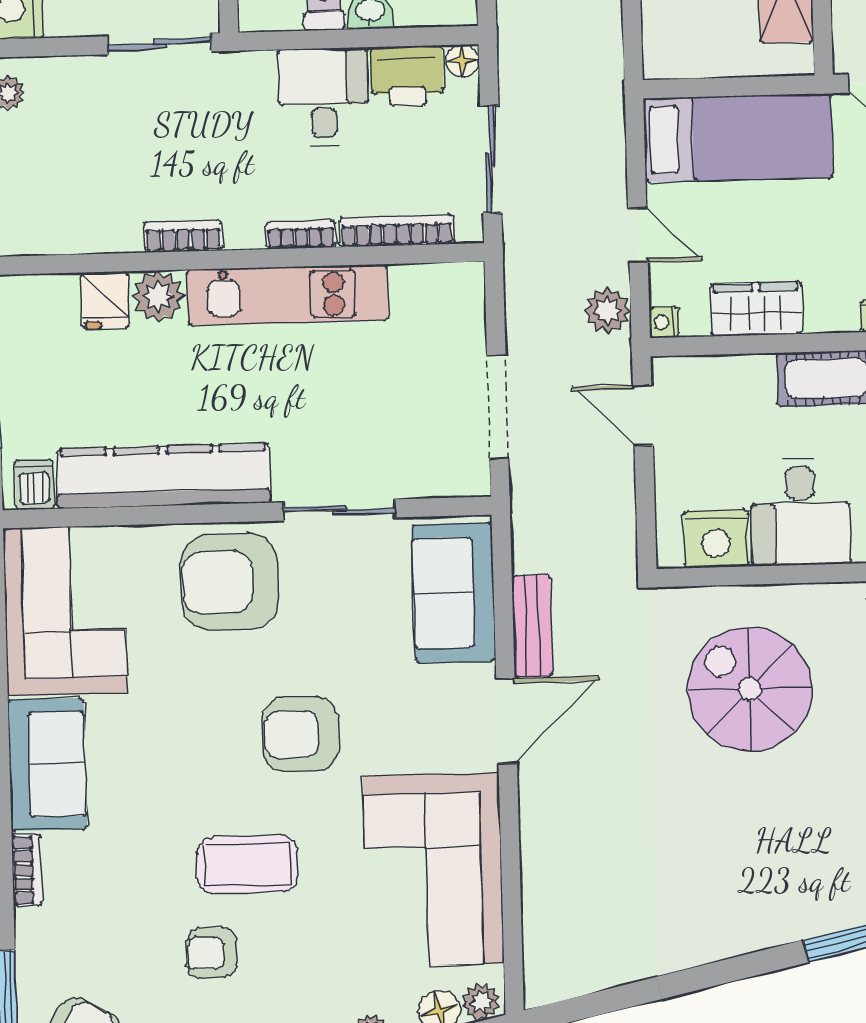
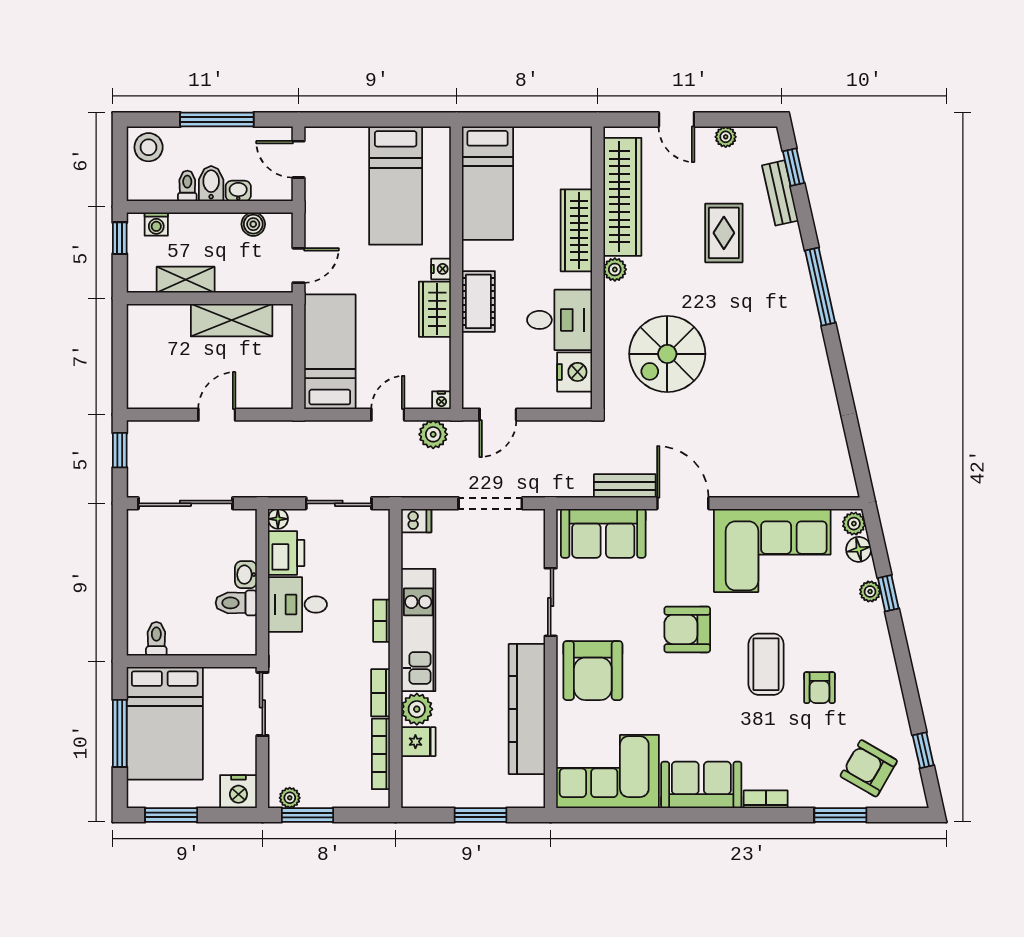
bookcase: (397, 231) -> (381, 754), moved
wardrobe: (756, 309) -> (435, 309), moved
dishwasher: (35, 485) -> (416, 521), moved, turned 180
armchair: (301, 734) -> (687, 629), turned 90

